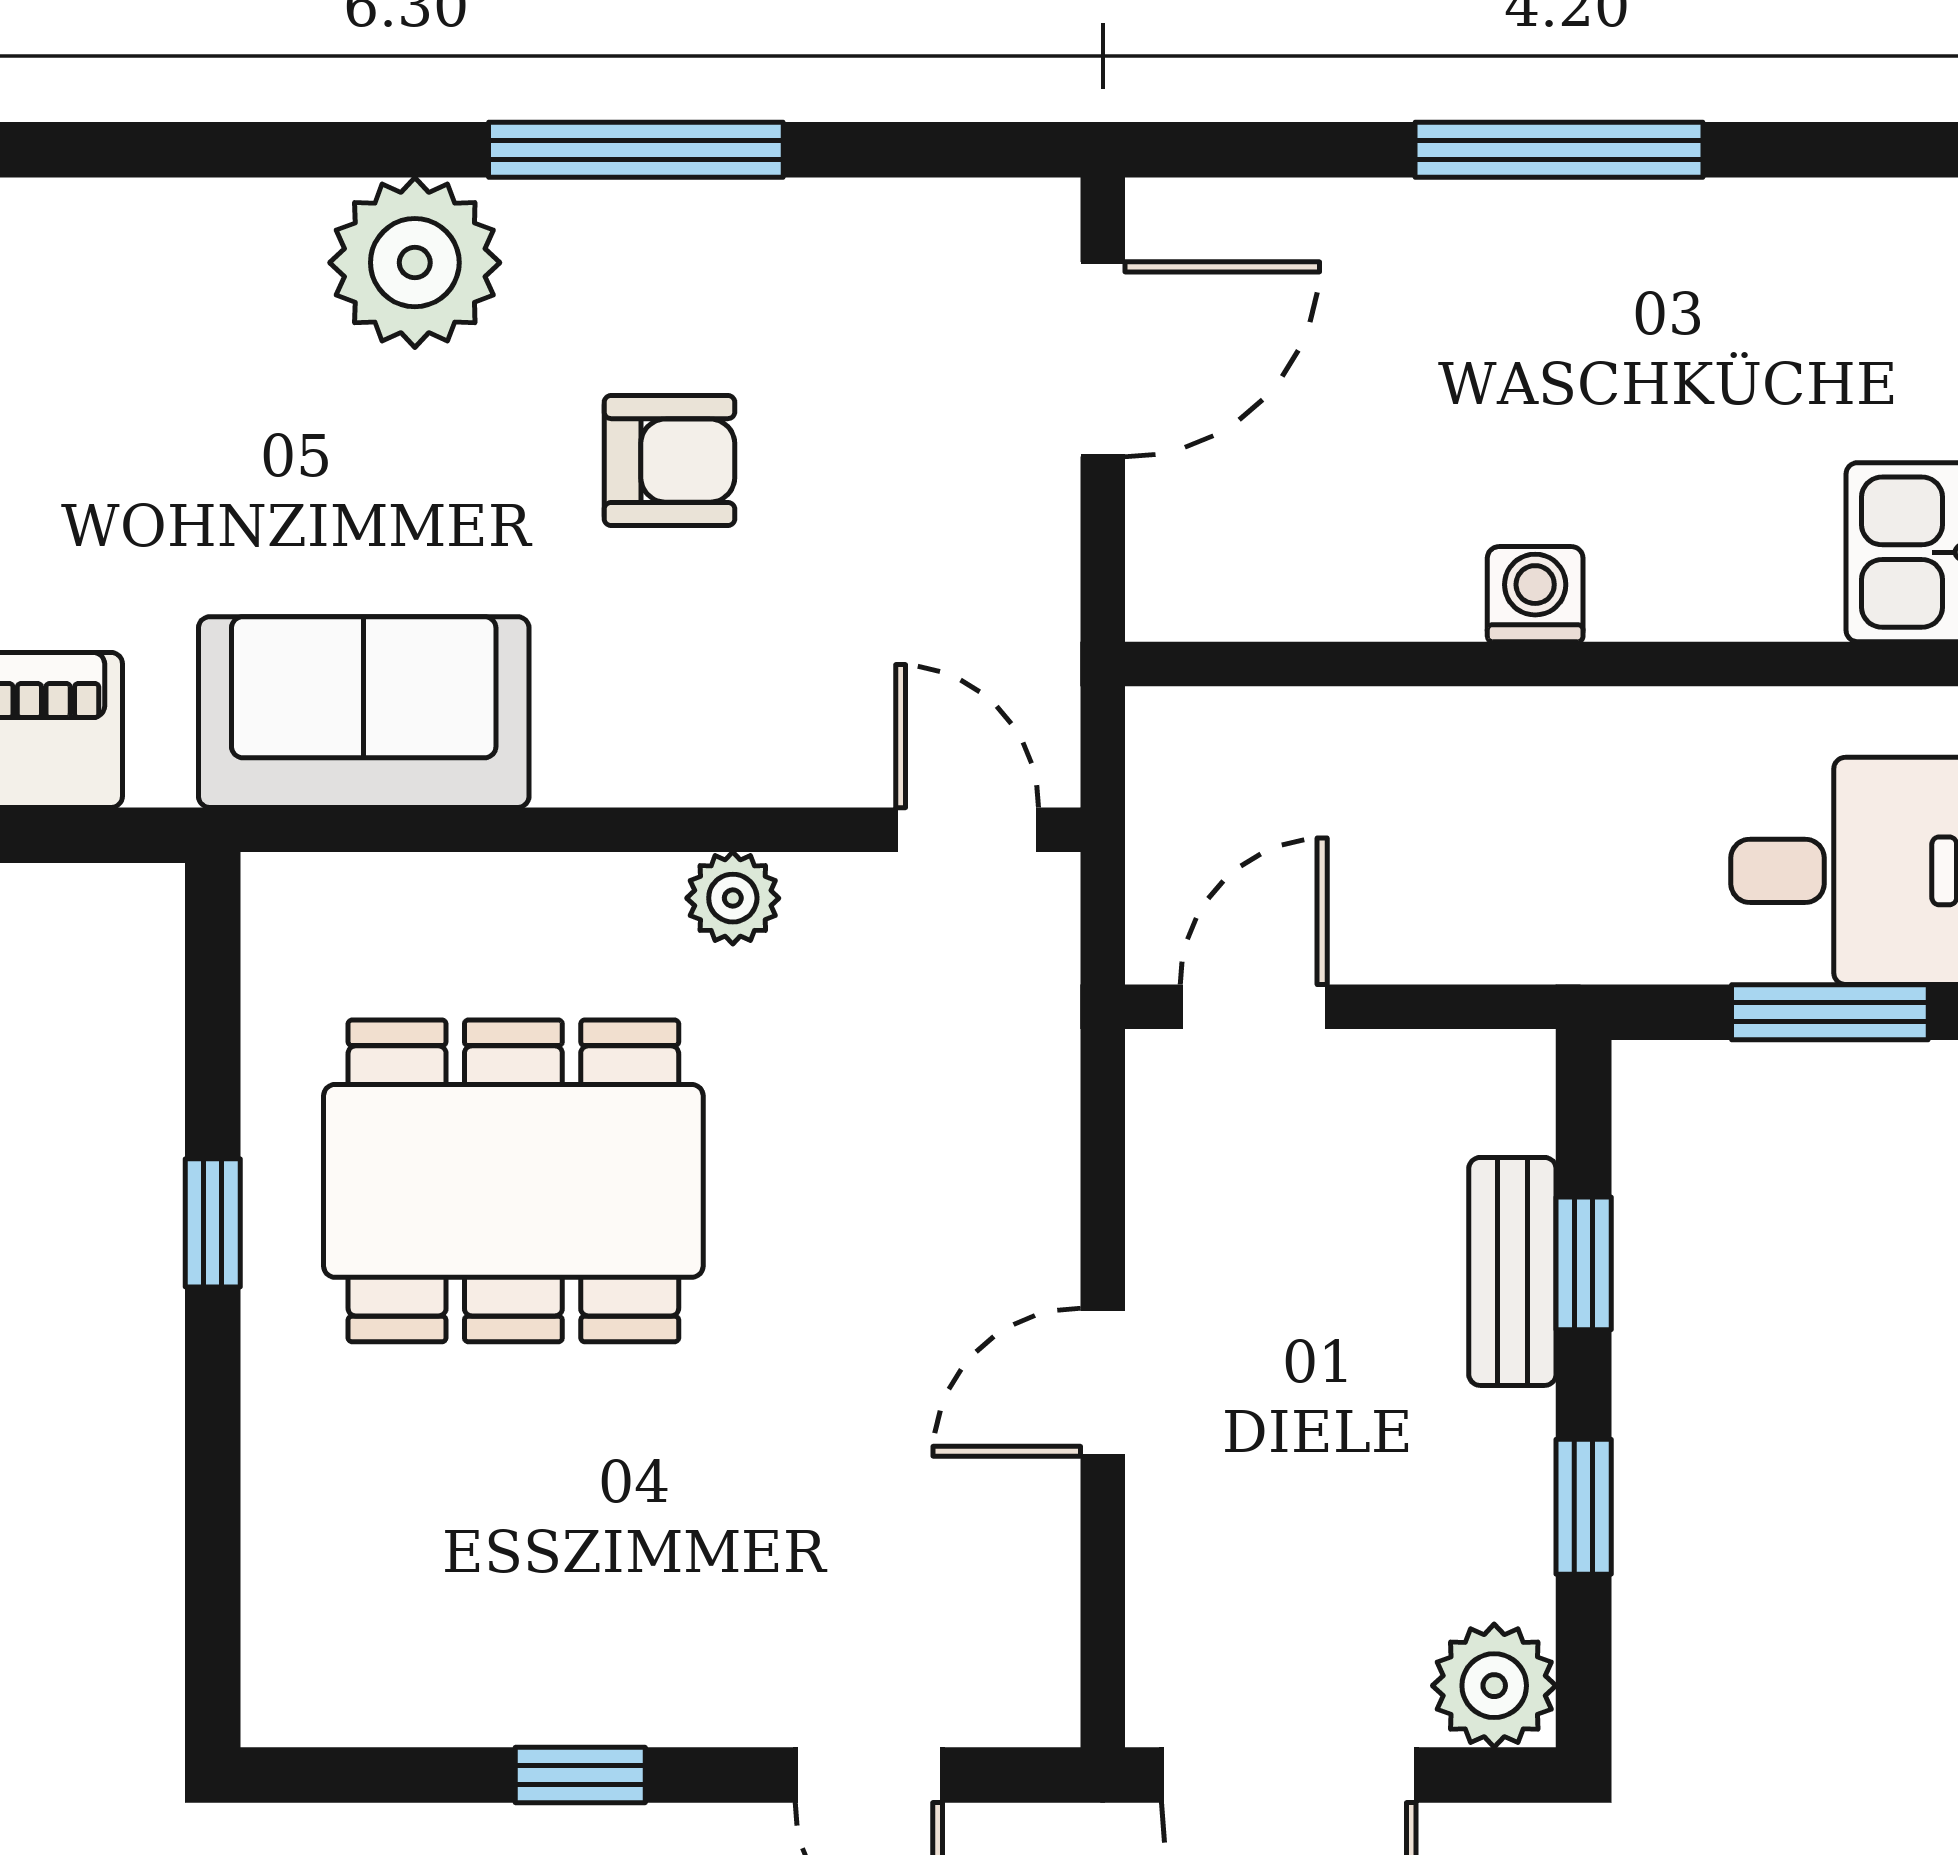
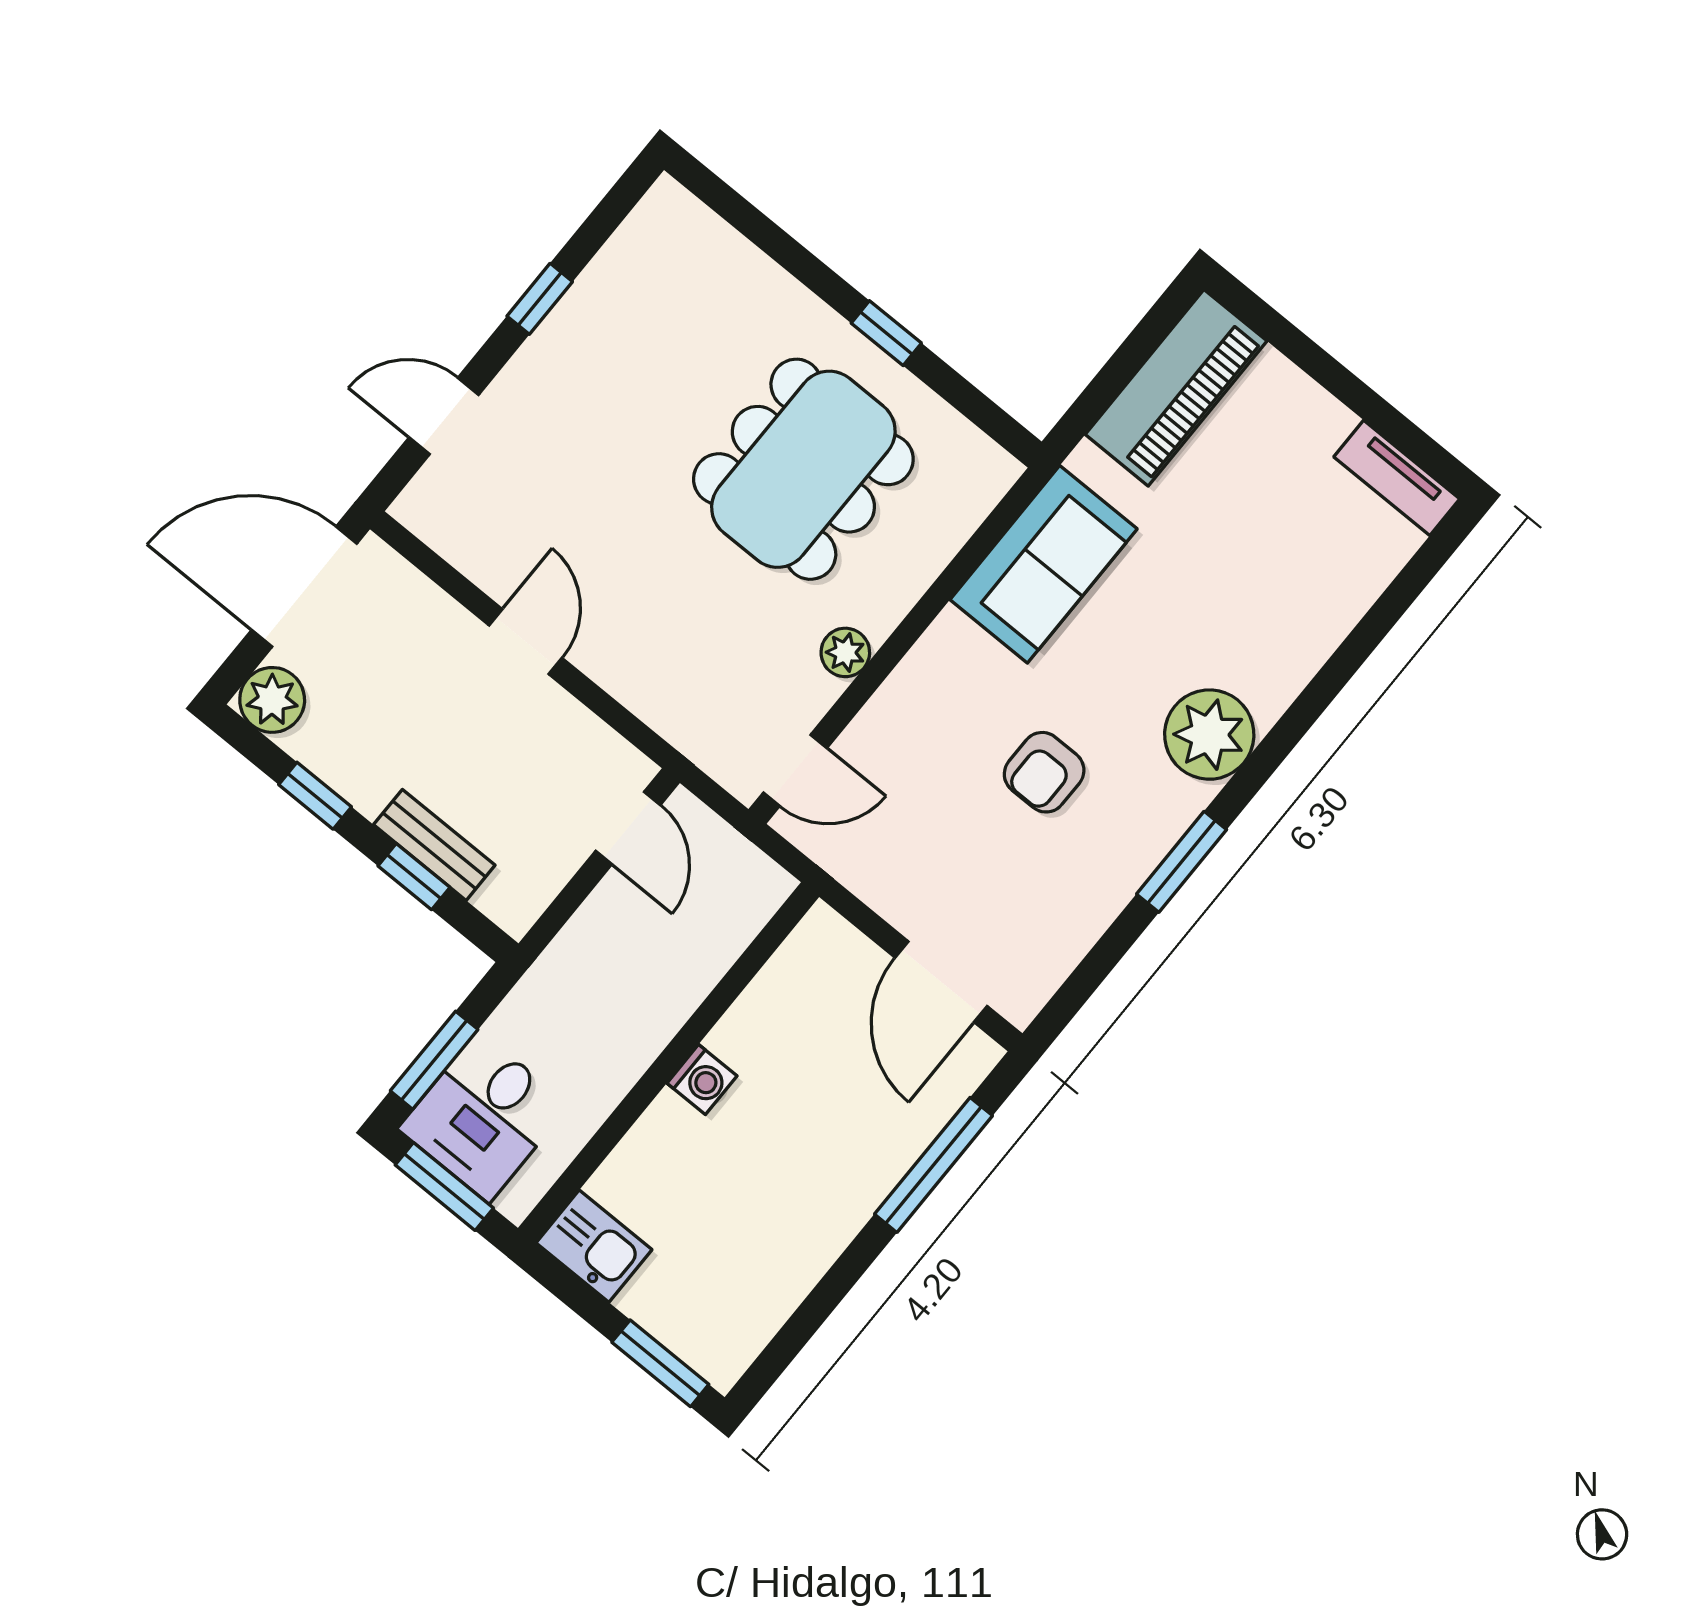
window: (636, 150) -> (1182, 862), width x0.69
window: (1559, 150) -> (933, 1165), moved

